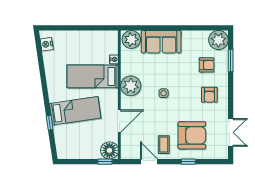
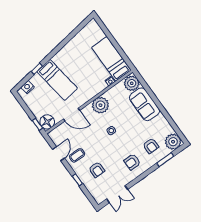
nightstand: (47, 44) -> (28, 87), moved
bed: (93, 76) -> (111, 59), moved
armchair: (192, 135) -> (97, 170), width x0.53, depth x0.53

